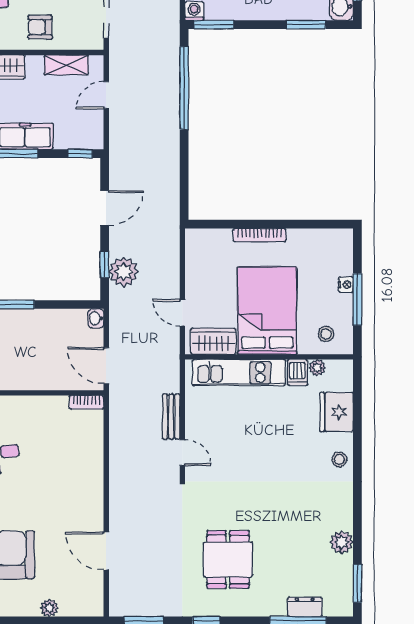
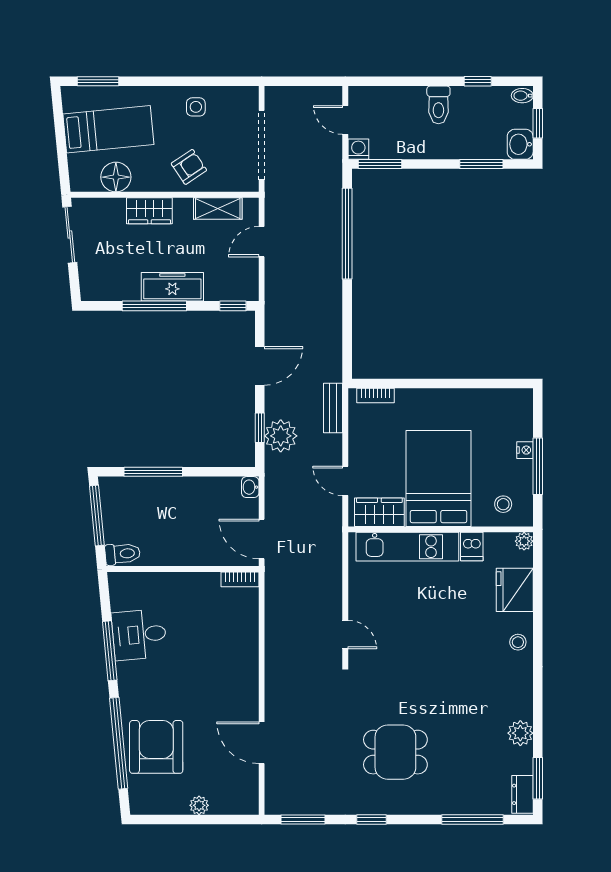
armchair: (40, 27) -> (189, 167), turned 146
bookcase: (260, 235) -> (376, 396), moved, width x0.64
plant: (317, 368) -> (524, 541), moved
bench: (171, 417) -> (333, 408), moved
dining table: (228, 559) -> (395, 752), turned 90
dresser: (305, 607) -> (522, 794), moved, turned -90

